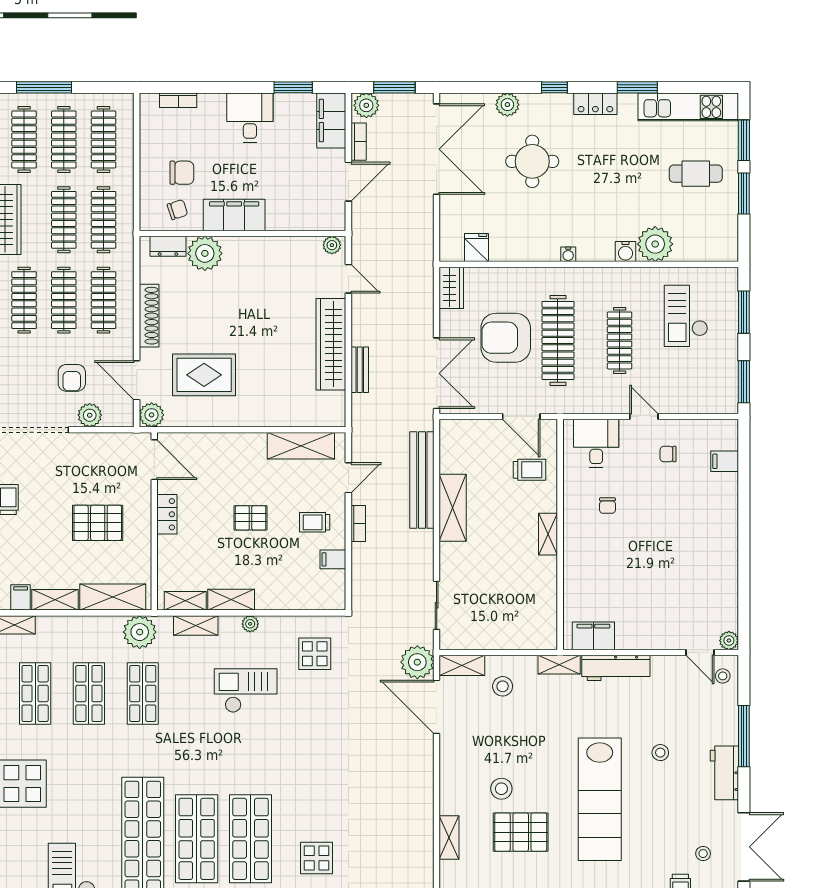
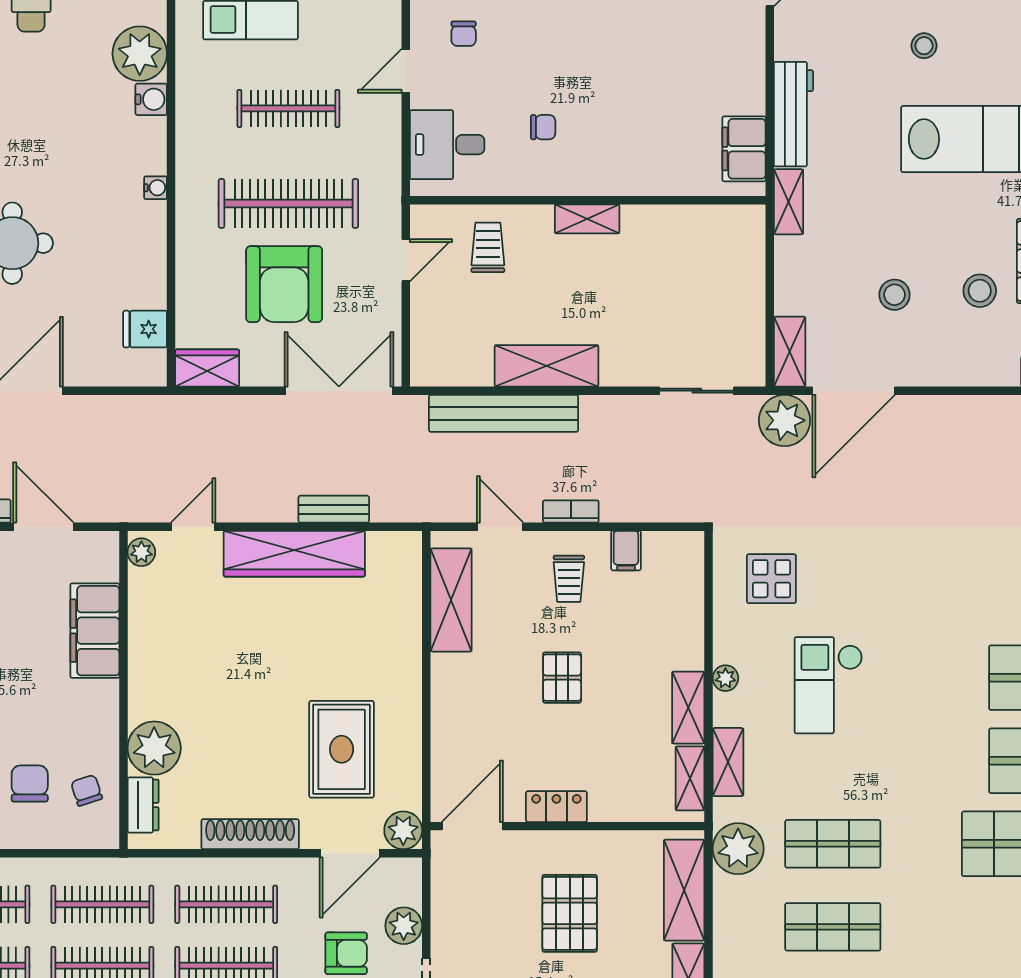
filing cabinet: (234, 215) -> (95, 631), moved
door: (521, 417) -> (406, 260), width x0.73
stool: (503, 686) -> (895, 295), moved

